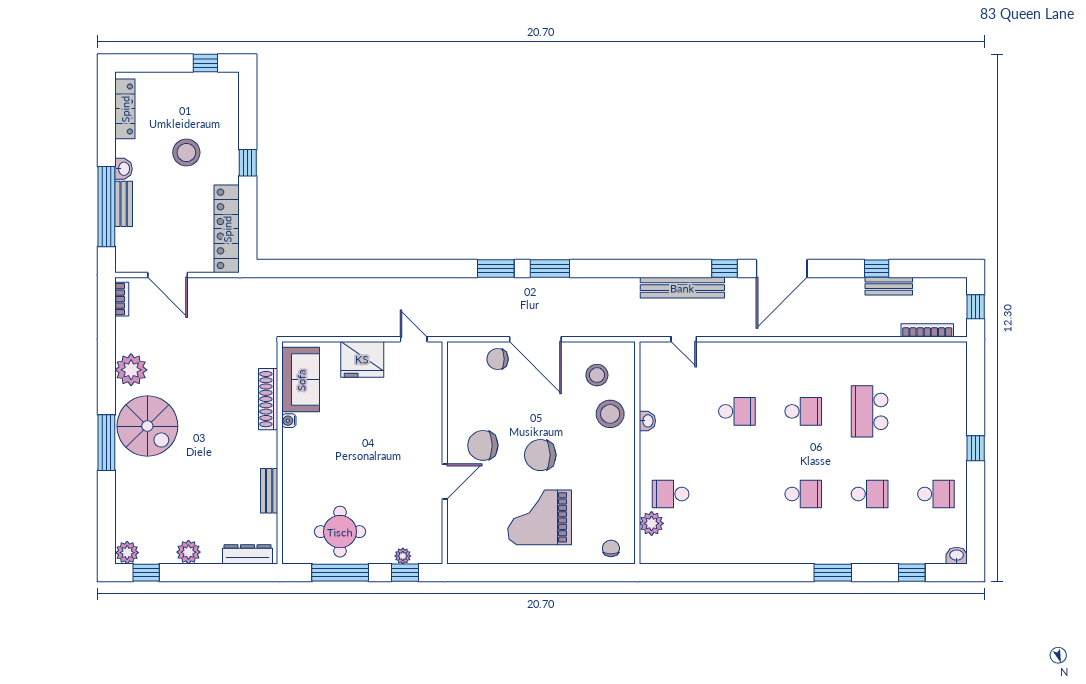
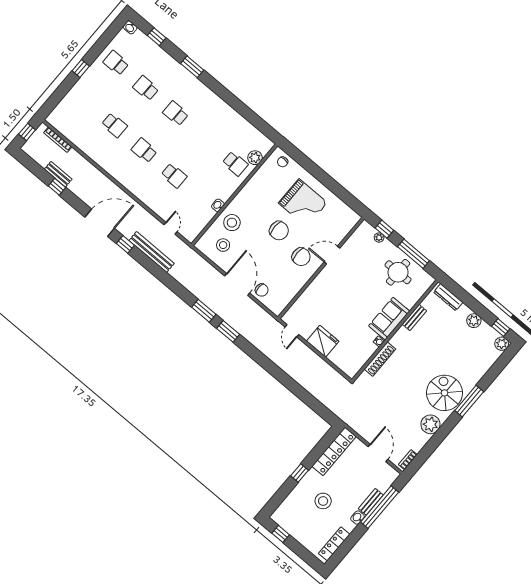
sofa: (301, 380) -> (389, 319), moved
school desk: (737, 411) -> (174, 176), turned 180
school desk: (870, 411) -> (114, 125), width x0.54

